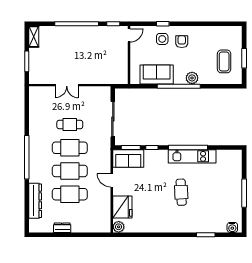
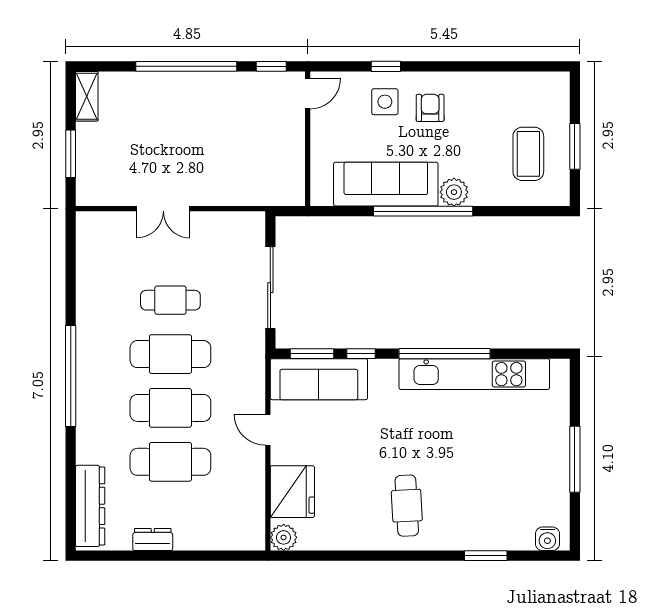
sofa: (157, 74) -> (386, 184), width x1.36
kitchen unit: (192, 156) -> (474, 374), width x1.36
sofa: (128, 159) -> (319, 379), width x1.36
cafe table: (181, 192) -> (407, 506), moved
dresser: (35, 201) -> (90, 506), moved

